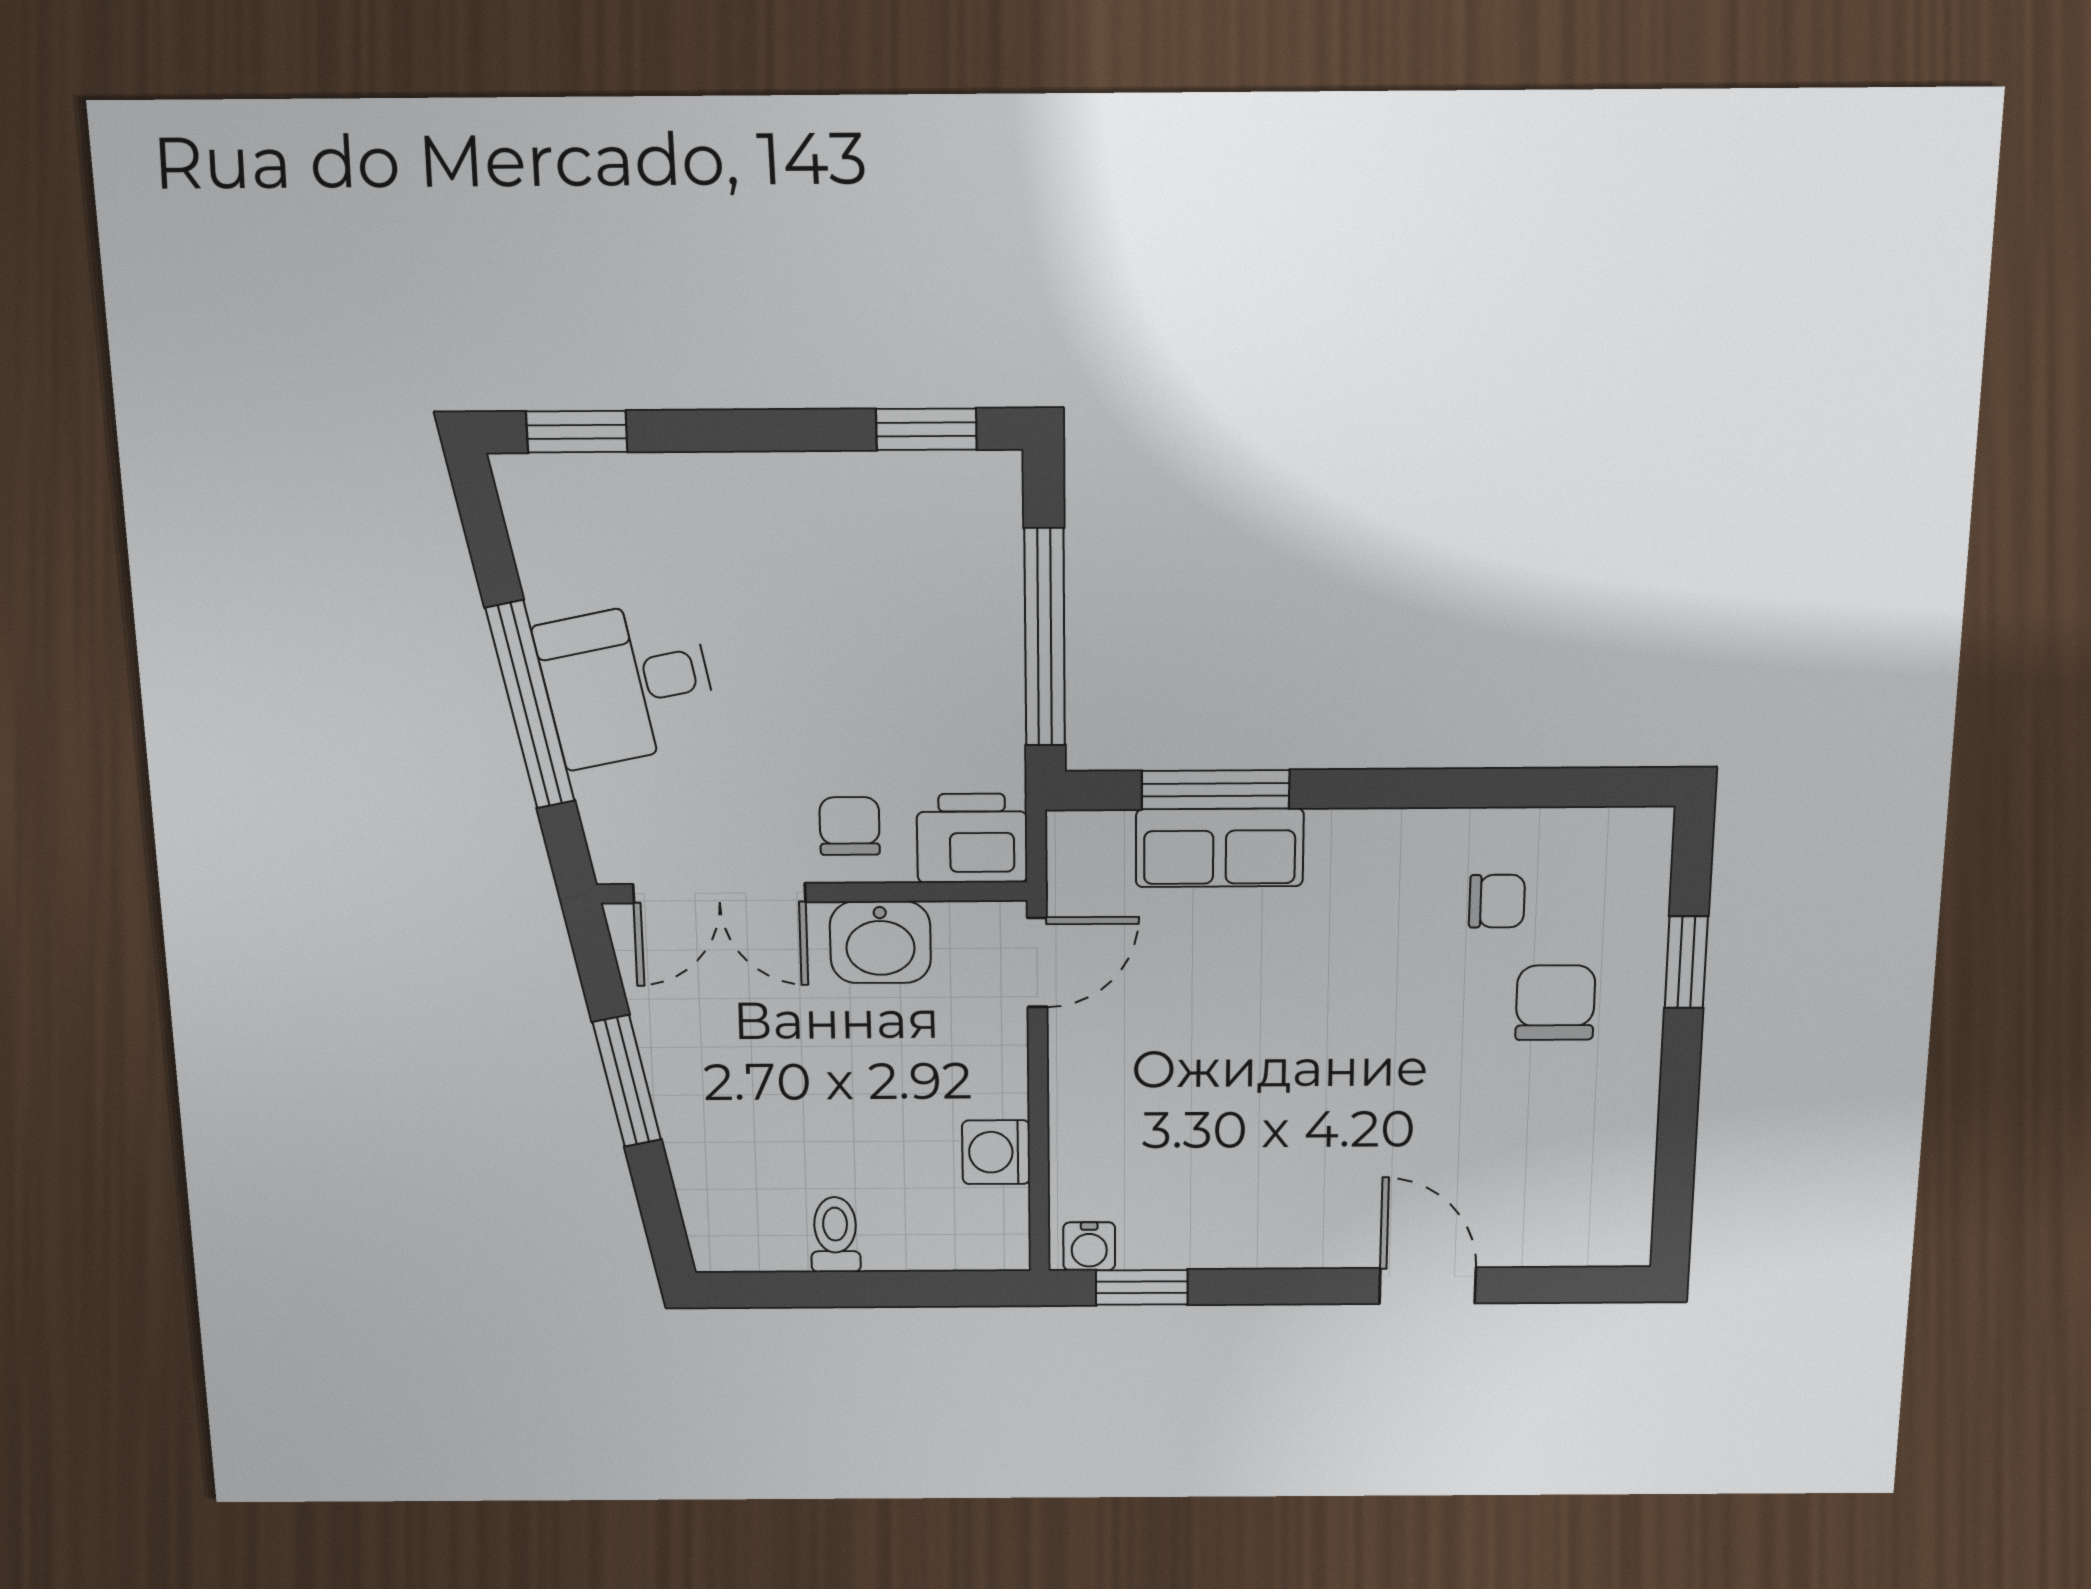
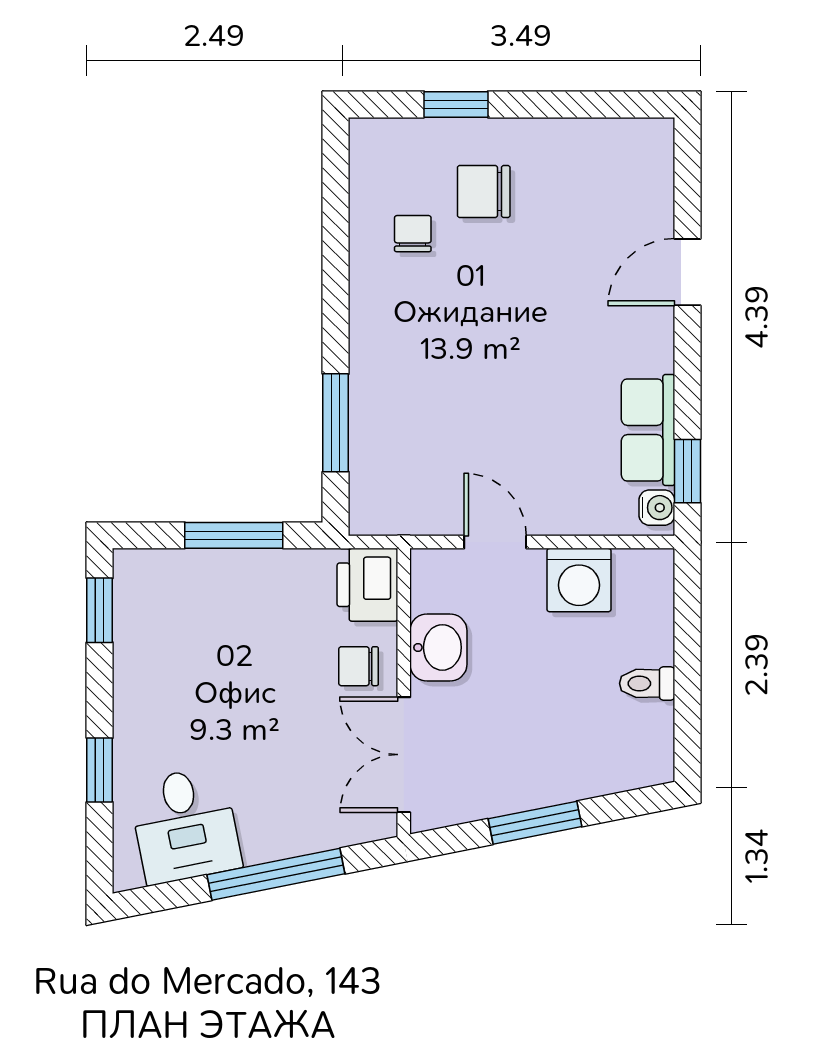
window: (577, 432) -> (100, 770), moved
window: (1045, 638) -> (234, 535), width x0.69
desk: (627, 683) -> (185, 825), moved
row of seats: (1220, 848) -> (648, 430), moved, turned 180
double door: (719, 893) -> (404, 755), swing flipped
door: (1037, 963) -> (495, 542), moved
washing machine: (996, 1152) -> (579, 580), width x1.38, depth x1.38

